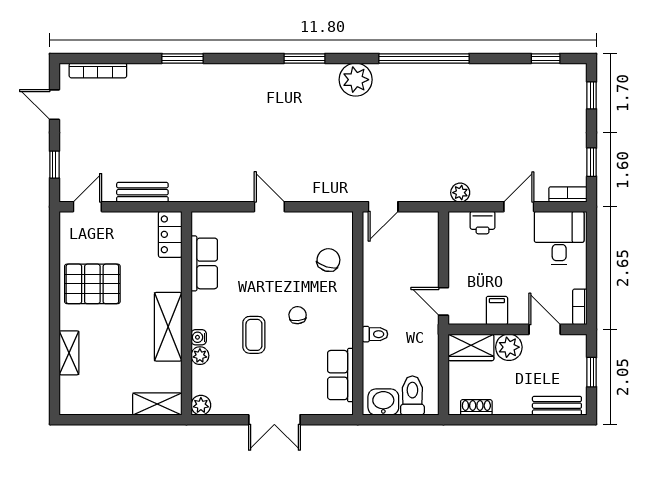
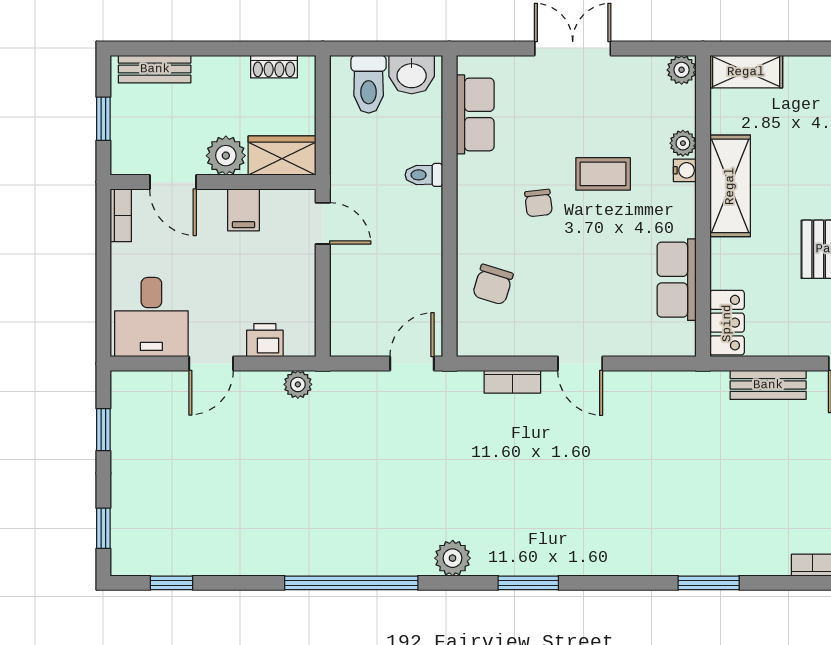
plant: (356, 80) -> (453, 558), width x0.73, depth x0.73
bookcase: (568, 194) -> (512, 382), moved
coffee table: (254, 335) -> (603, 174), turned 90

